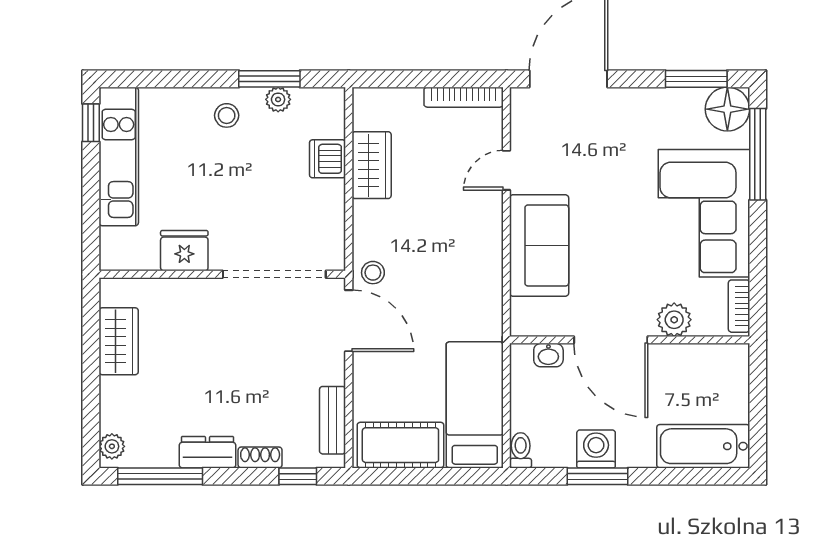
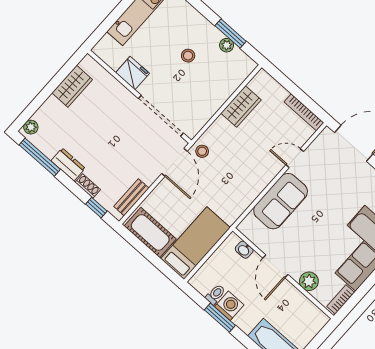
stool: (227, 115) -> (188, 56), moved
dishwasher: (328, 159) -> (225, 88), removed
door: (611, 340) -> (275, 266), width x0.73
toilet: (521, 450) -> (215, 294), moved

